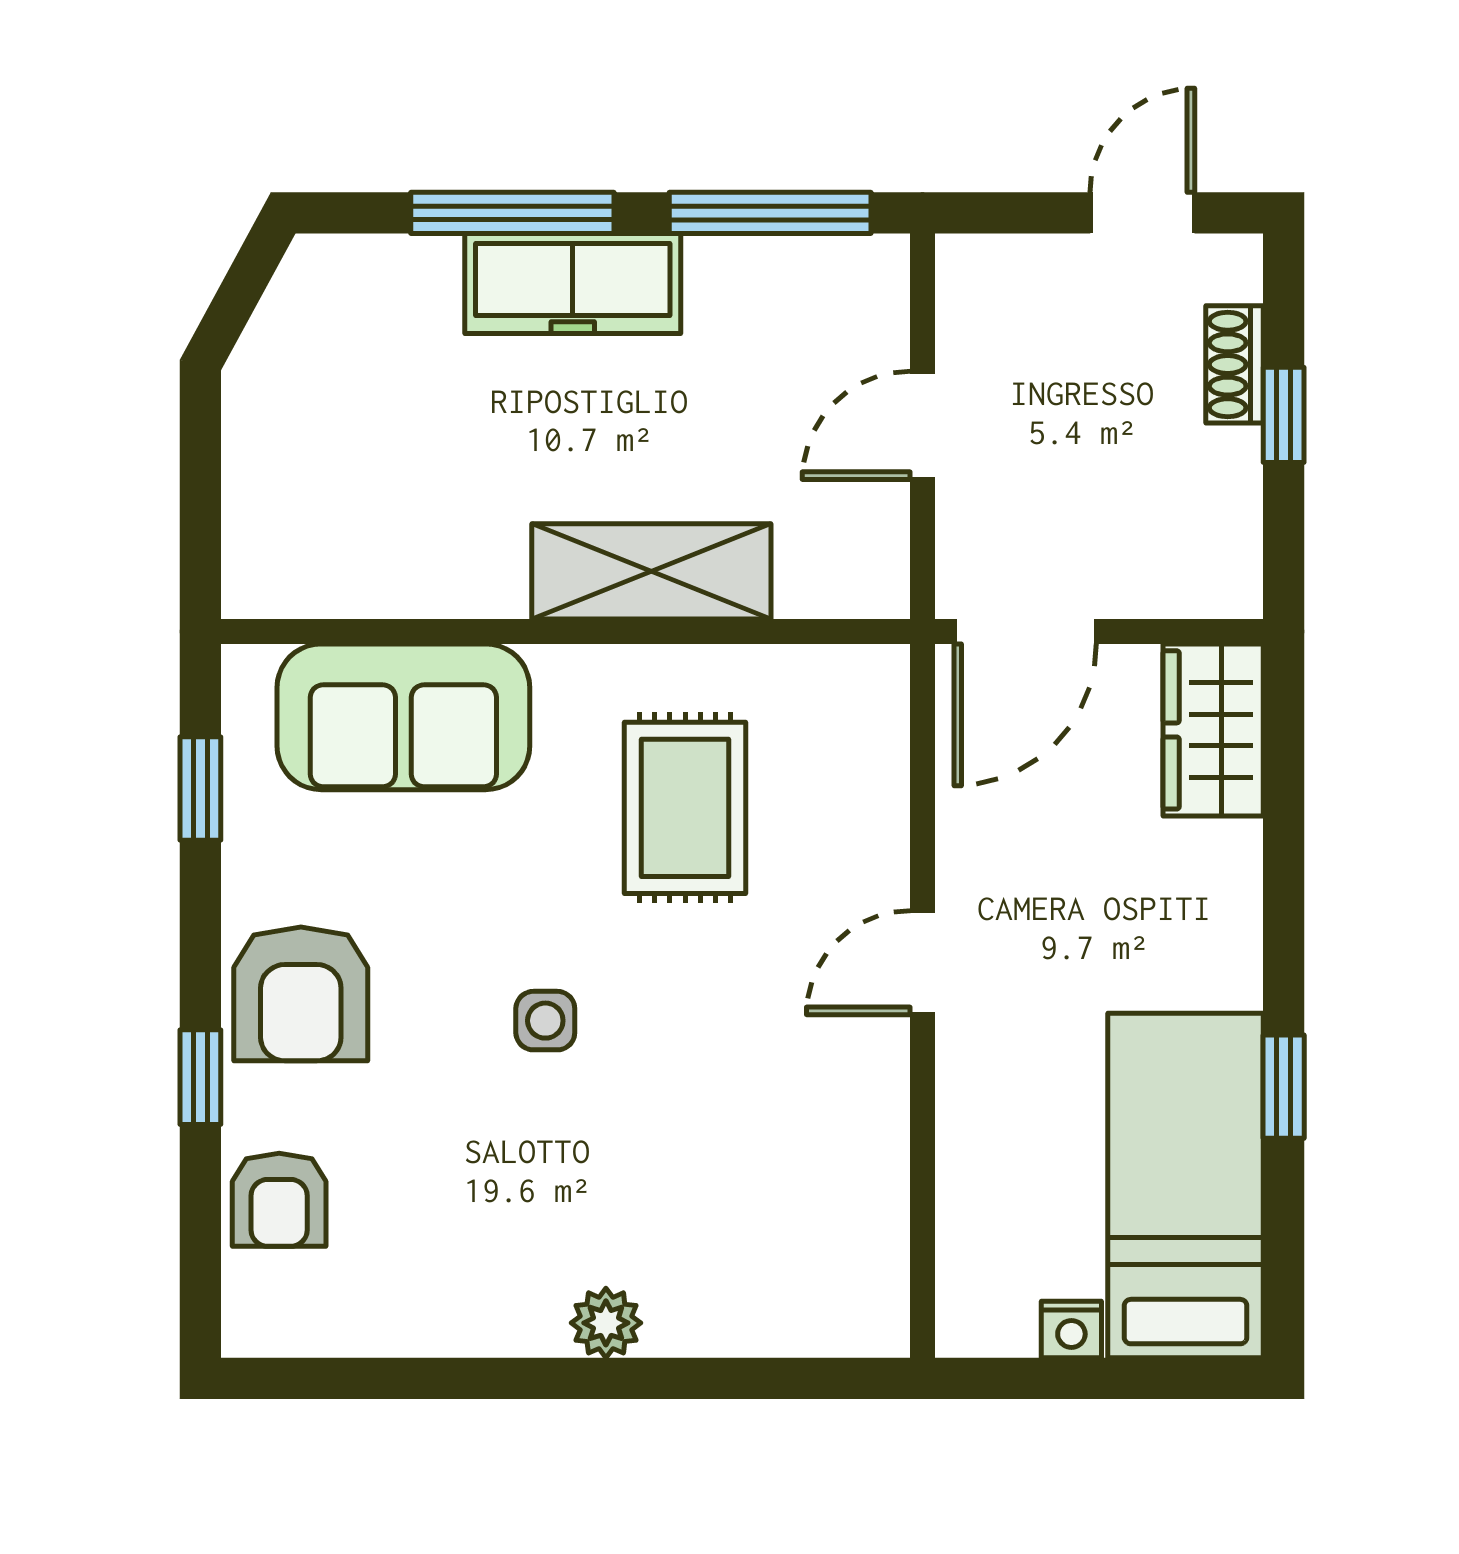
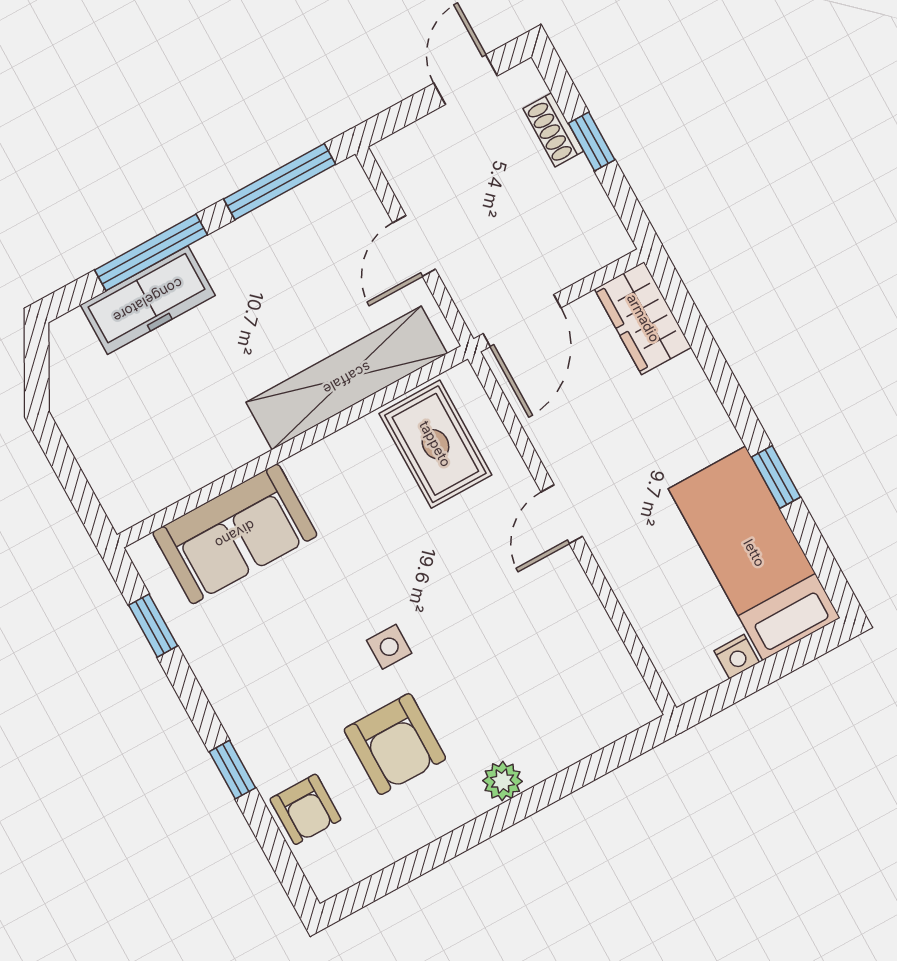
freezer: (573, 284) -> (148, 300), moved
shelving: (651, 571) -> (347, 378), width x1.47
rug: (685, 808) -> (435, 444), moved
armchair: (301, 994) -> (395, 744), moved

